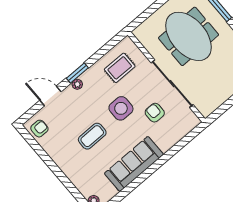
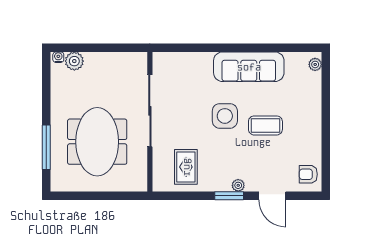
rug: (120, 68) -> (186, 167), turned 90
side table: (121, 108) -> (225, 116), moved
armchair: (155, 113) -> (189, 98), removed

